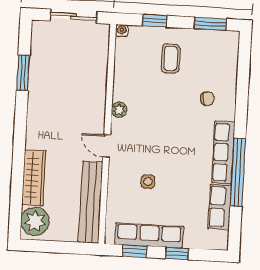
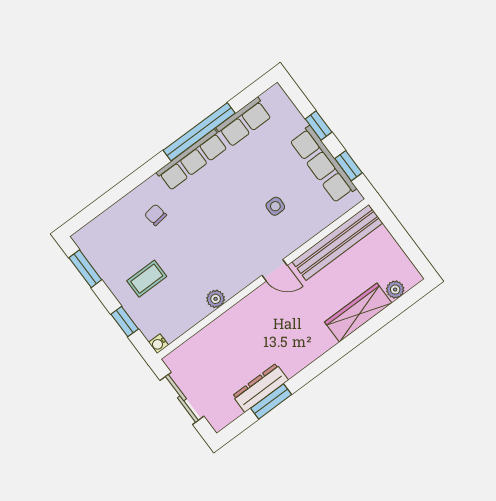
dresser: (38, 73) -> (260, 388), added
plant: (119, 110) -> (216, 299), moved
door: (107, 146) -> (274, 270), hinge flipped
plant: (35, 221) -> (395, 290), width x0.53, depth x0.53

